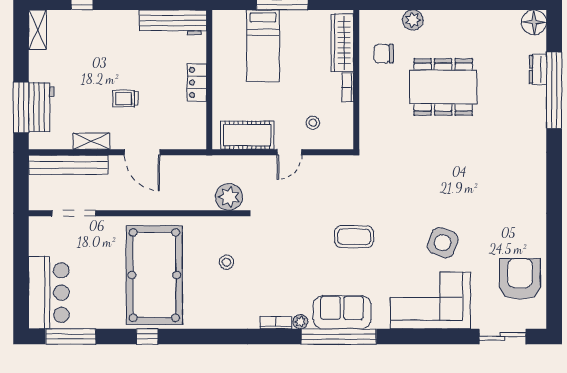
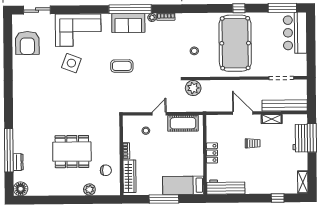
bed: (263, 46) -> (183, 185), moved, turned -90

